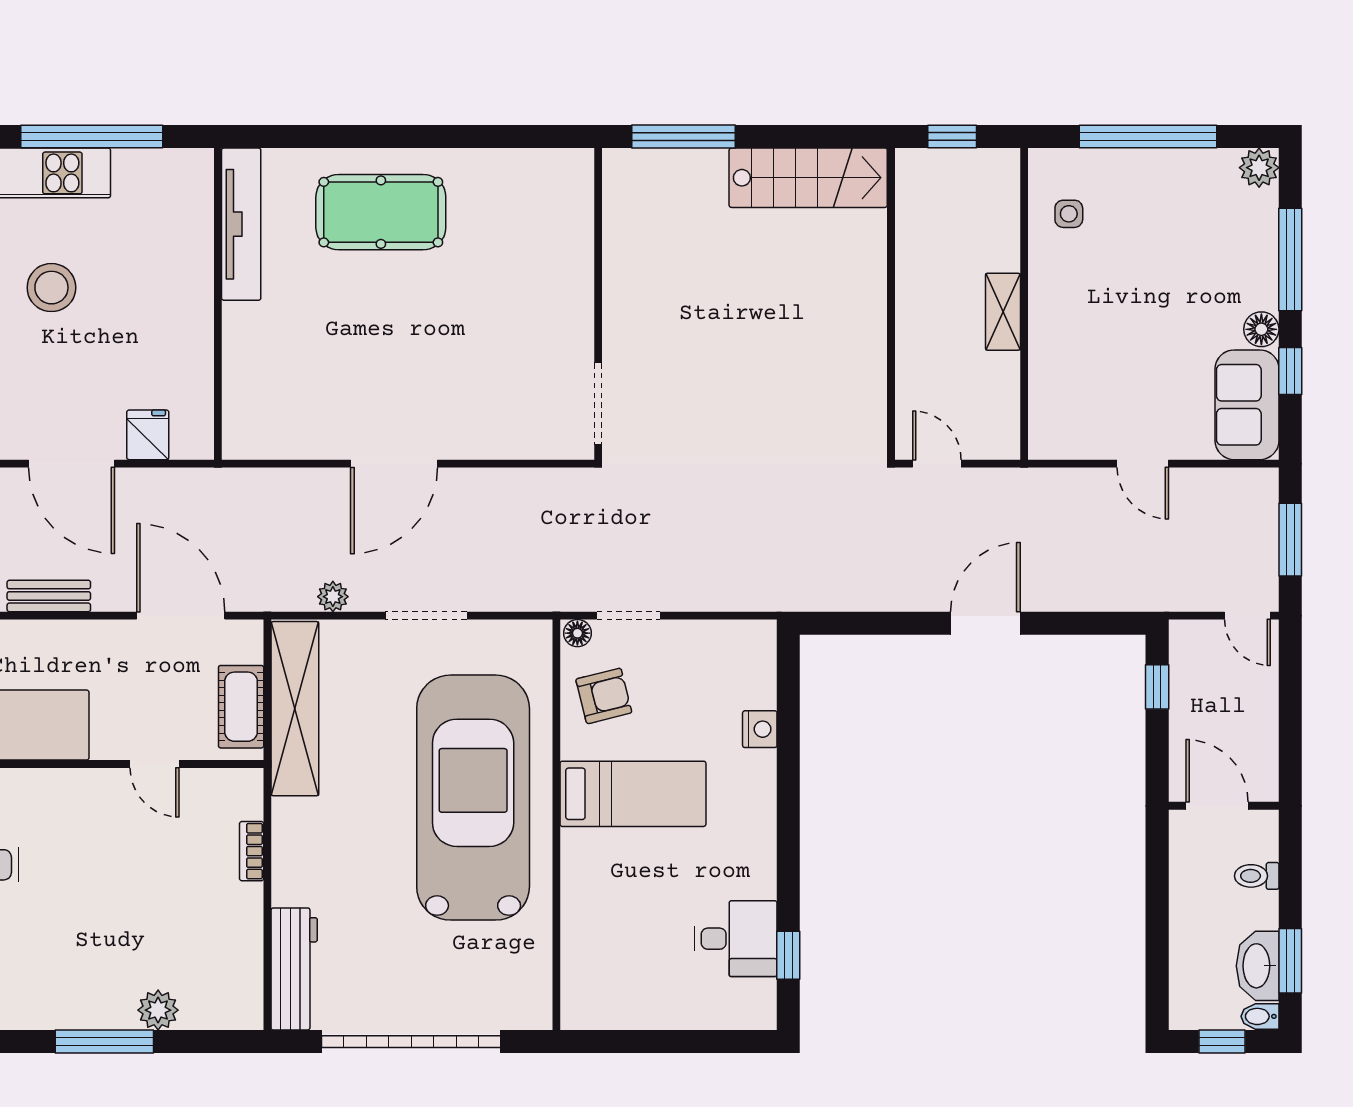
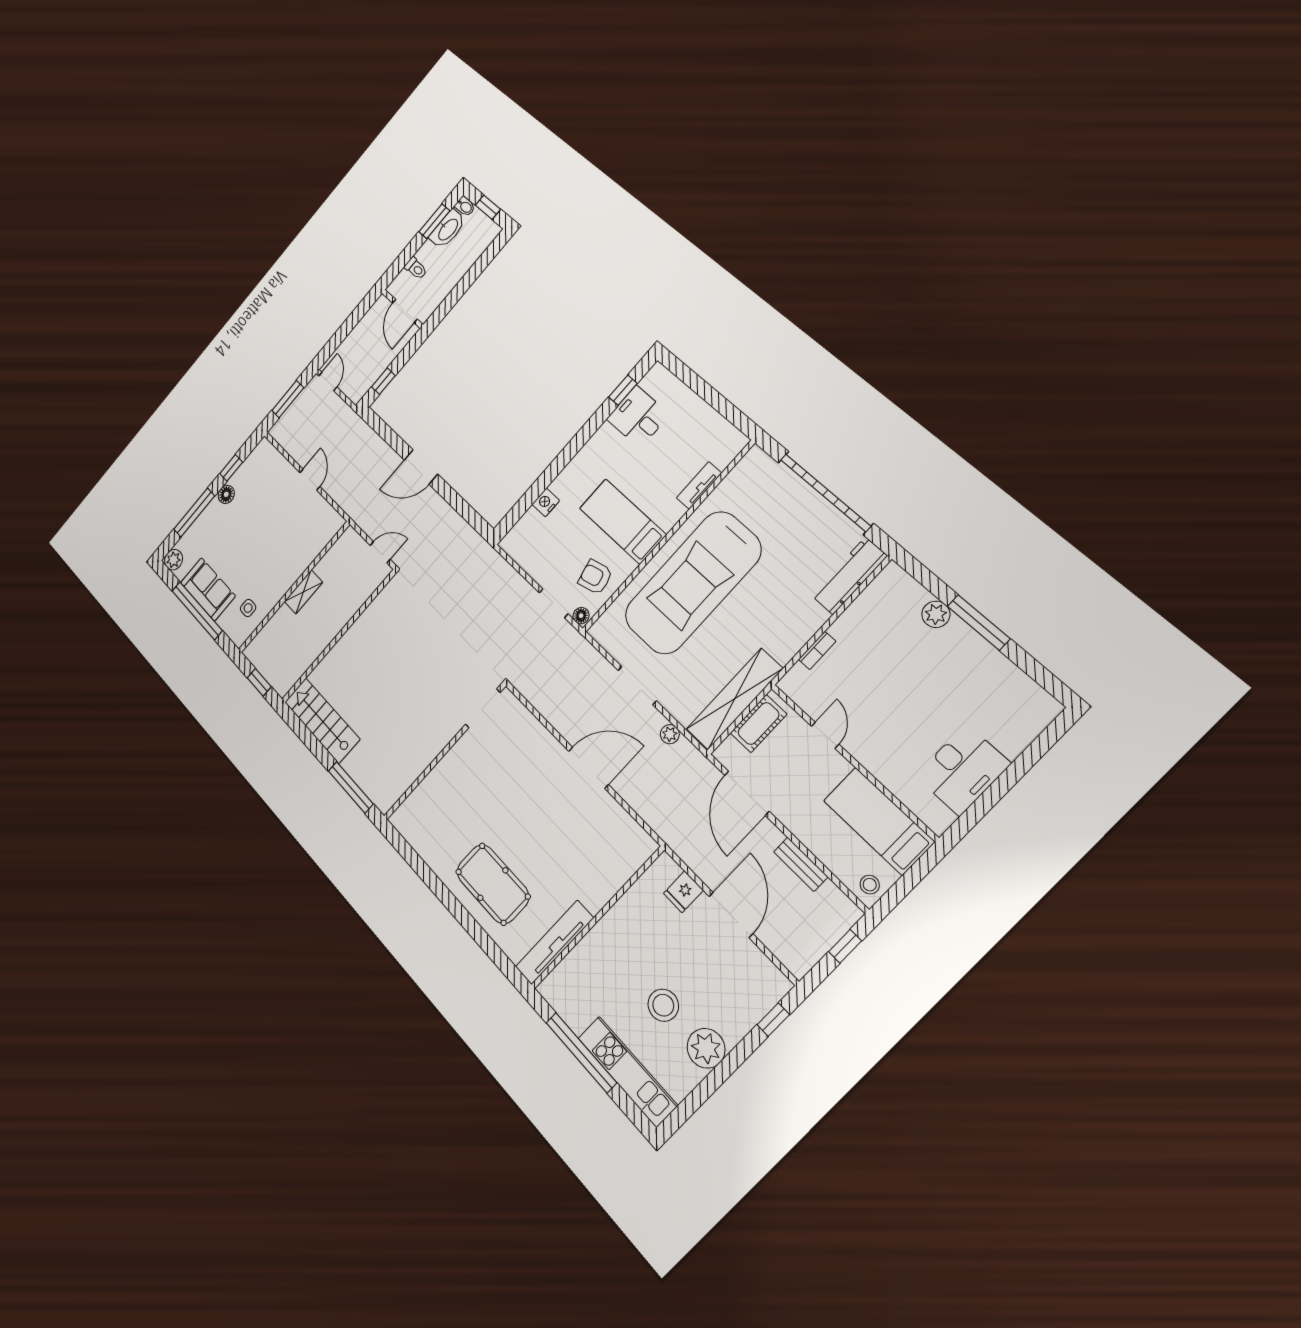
sofa: (1247, 405) -> (208, 589), moved, turned -90
door: (937, 464) -> (380, 552), swing flipped
tv unit: (575, 920) -> (699, 485), added

